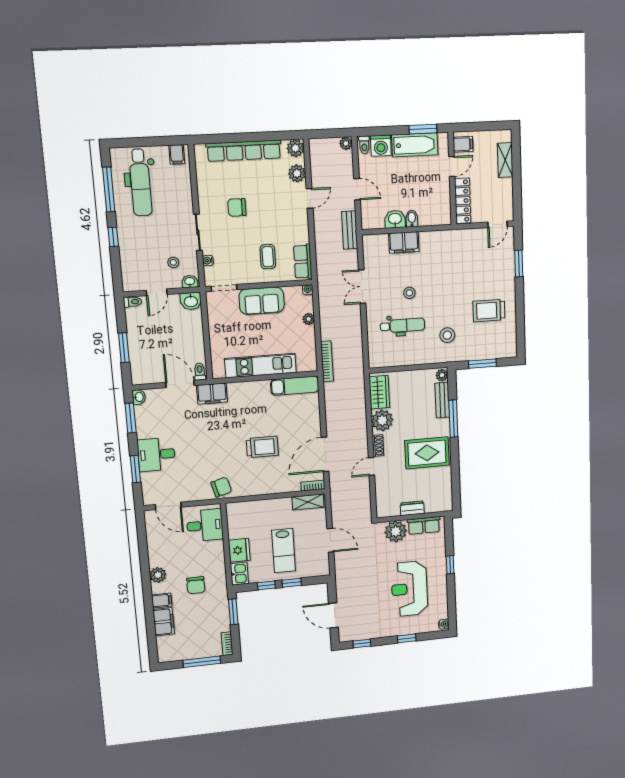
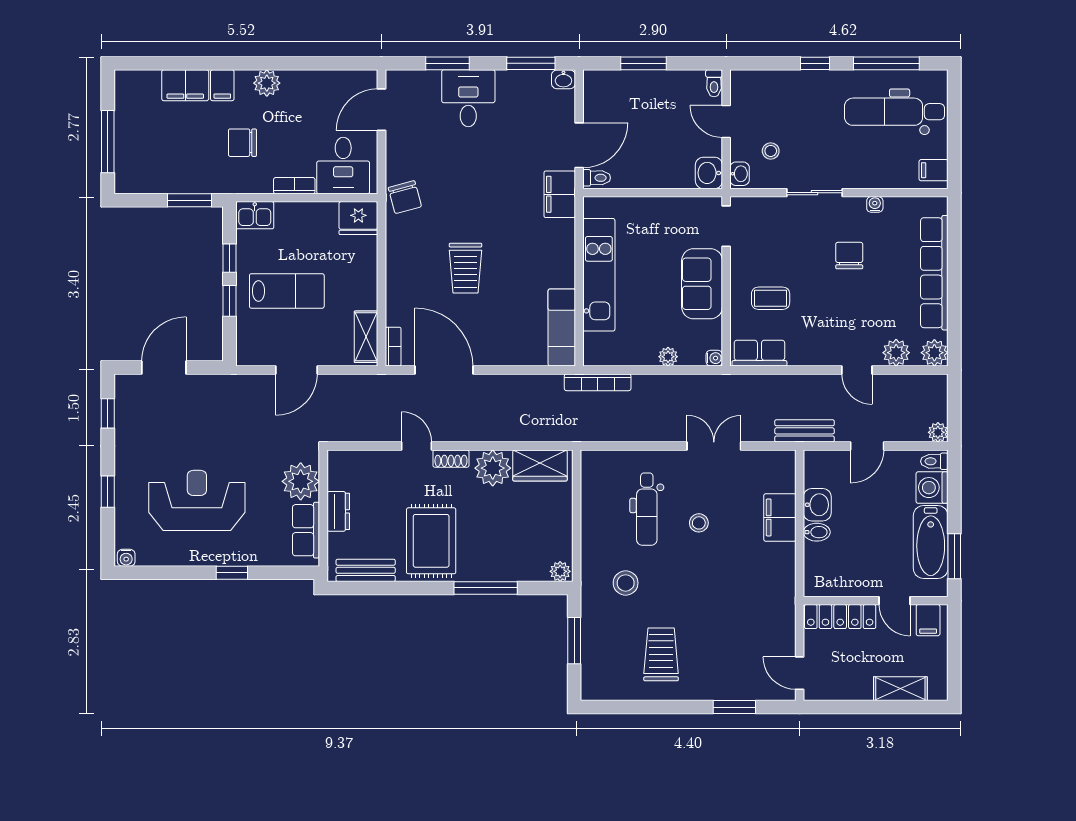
water cooler: (208, 261) -> (875, 204), moved
bench: (442, 400) -> (366, 570), moved
fridge: (239, 550) -> (358, 218), moved
lab bench: (284, 551) -> (287, 291), turned 180
bookcase: (227, 644) -> (294, 186), moved

